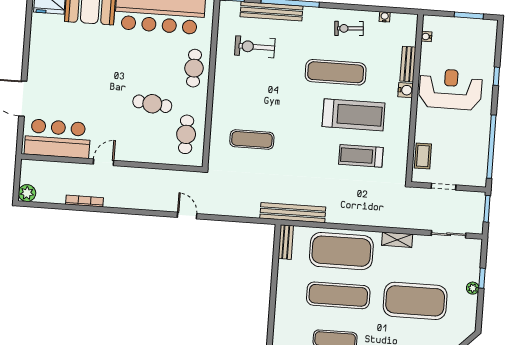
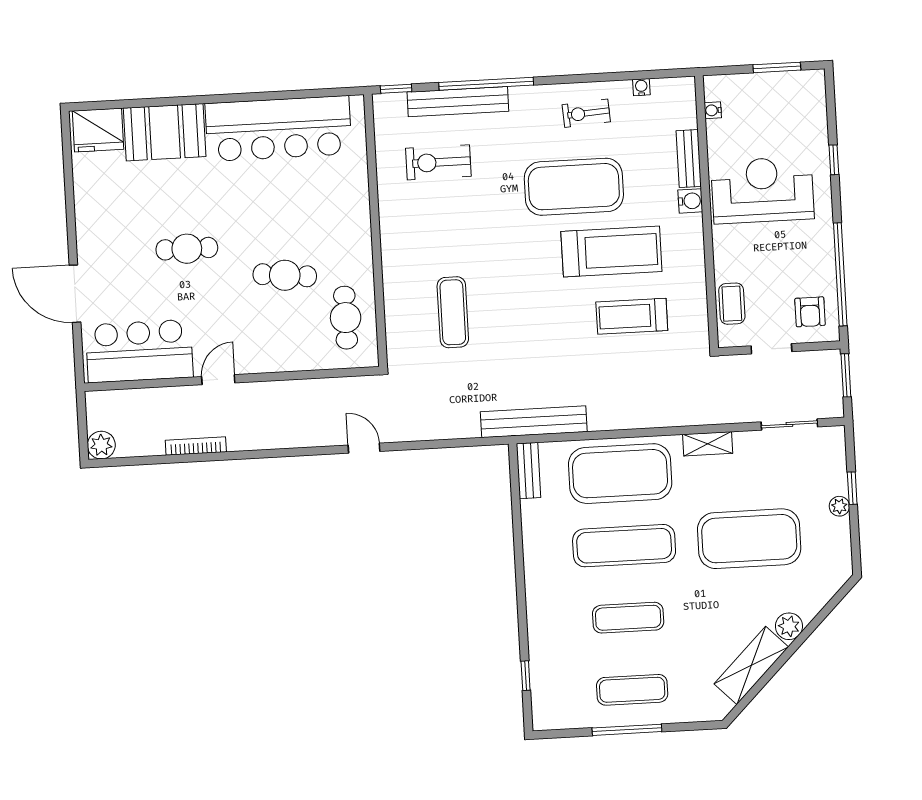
cafe table: (194, 68) -> (187, 249), moved, turned 90
exercise mat: (336, 72) -> (574, 187), width x1.47
exercise mat: (252, 139) -> (453, 312), turned 90
armchair: (470, 167) -> (810, 312), added

